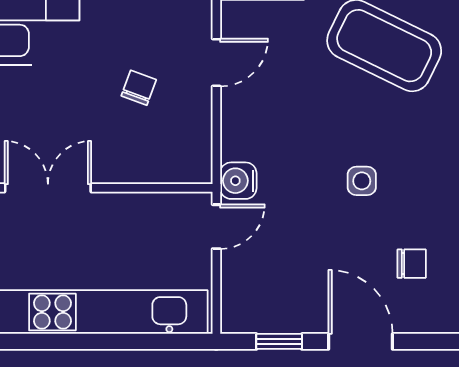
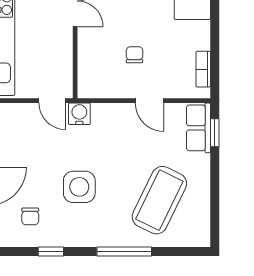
chair: (139, 88) -> (134, 55), turned -110
side table: (362, 181) -> (79, 187), width x1.87, depth x1.87

